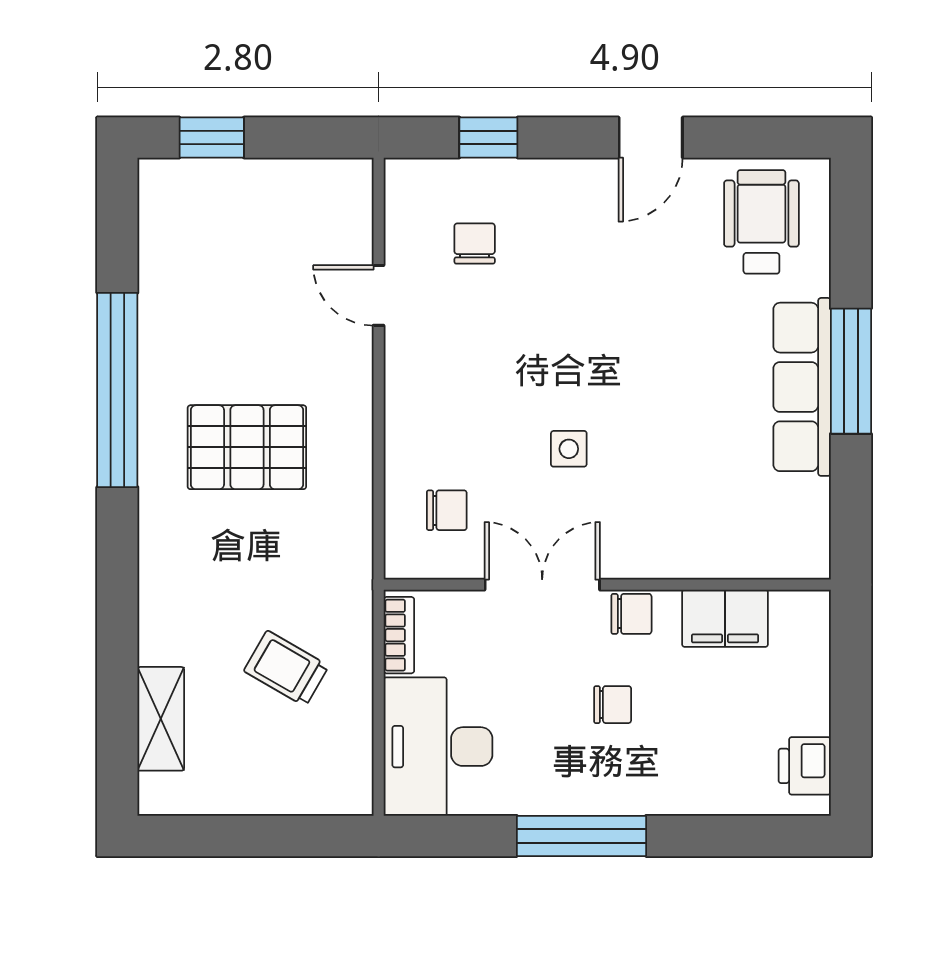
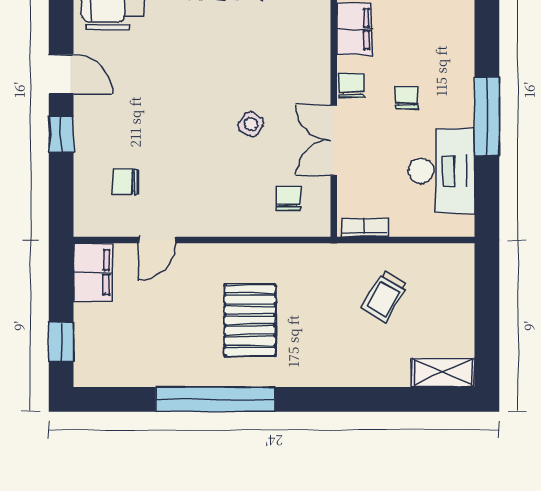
window: (488, 138) -> (61, 134), moved
filing cabinet: (326, 189) -> (93, 272), added
side table: (569, 449) -> (251, 124), turned 34
shelving: (161, 719) -> (443, 373), moved
desk: (438, 747) -> (441, 171), moved, turned -90

